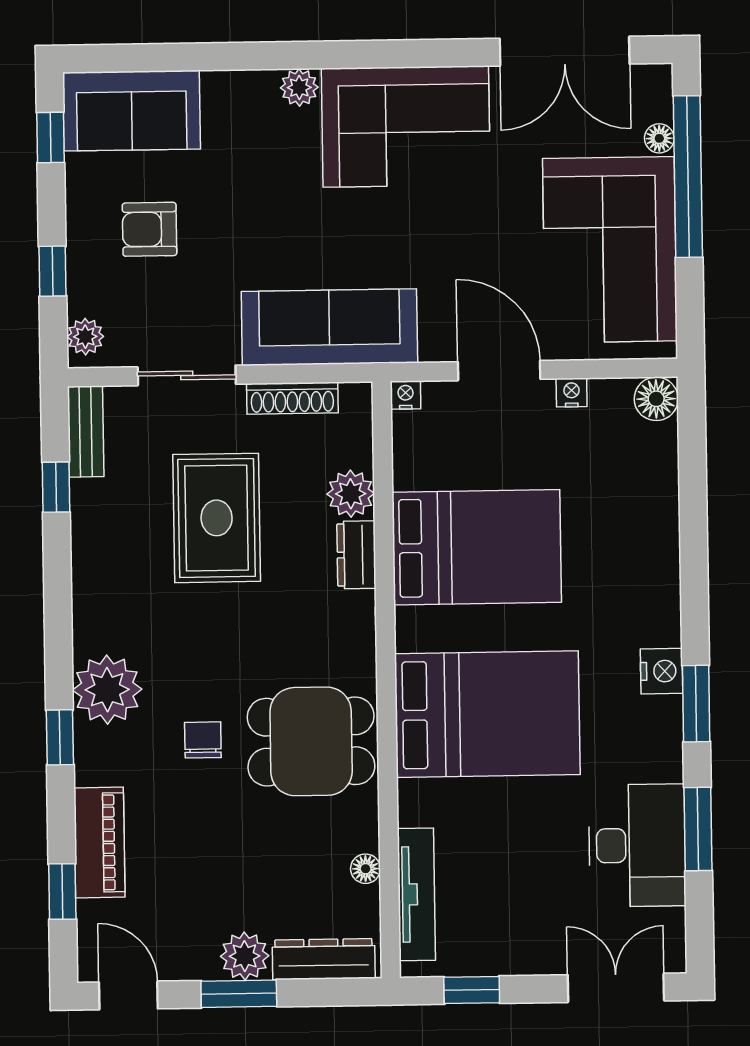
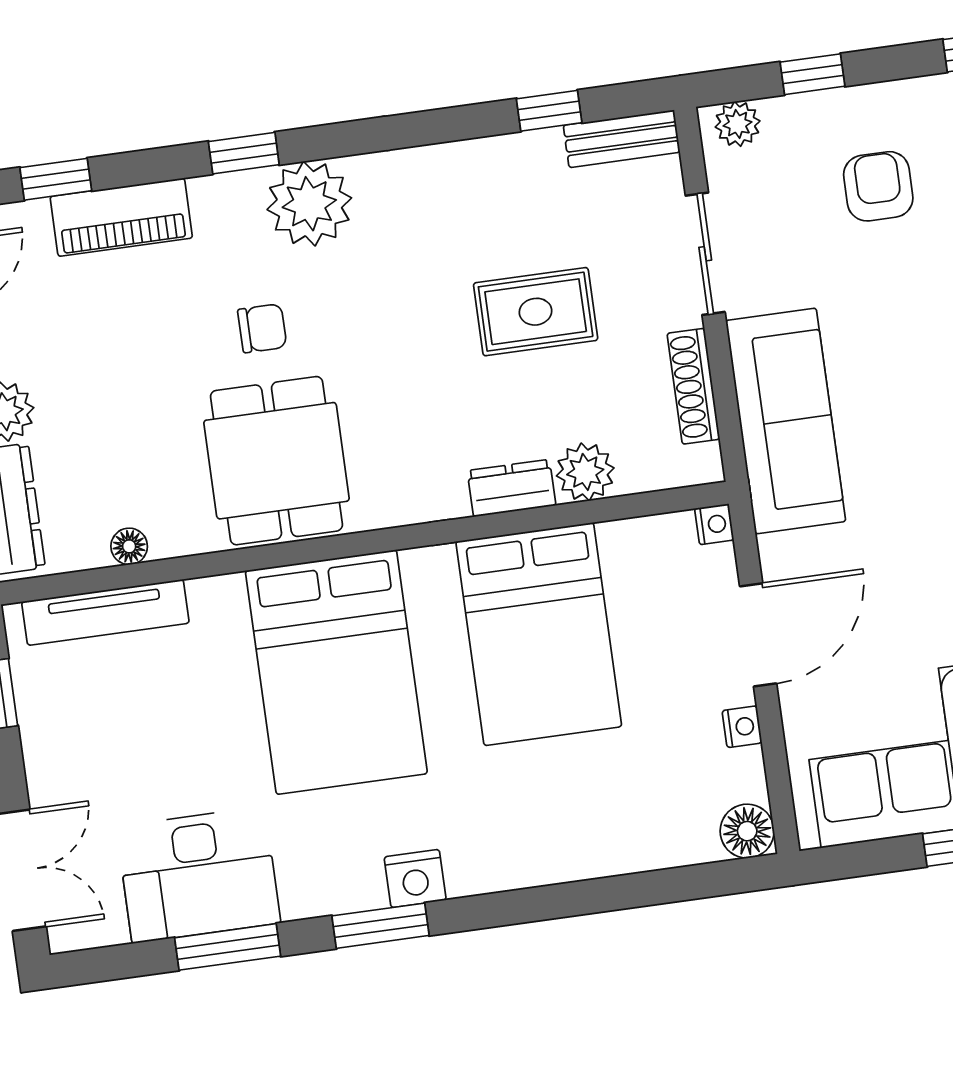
rug: (217, 518) -> (536, 312), width x0.73, depth x0.70

